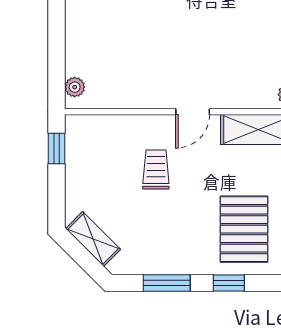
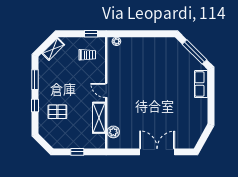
trolley: (156, 170) -> (87, 55), moved
pallet: (244, 229) -> (57, 112), width x0.67, depth x0.71

